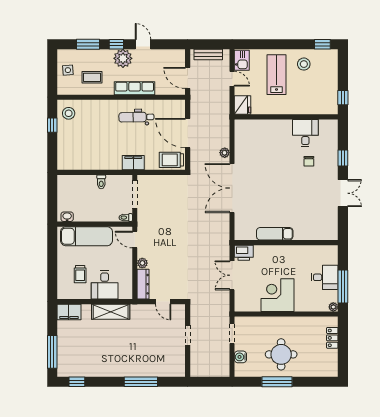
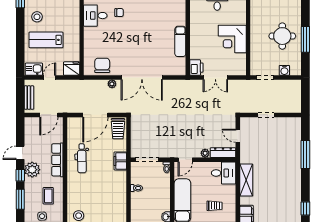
chair: (246, 141) -> (102, 65), added
desk: (105, 285) -> (224, 173), moved
door: (163, 302) -> (238, 136), swing flipped

